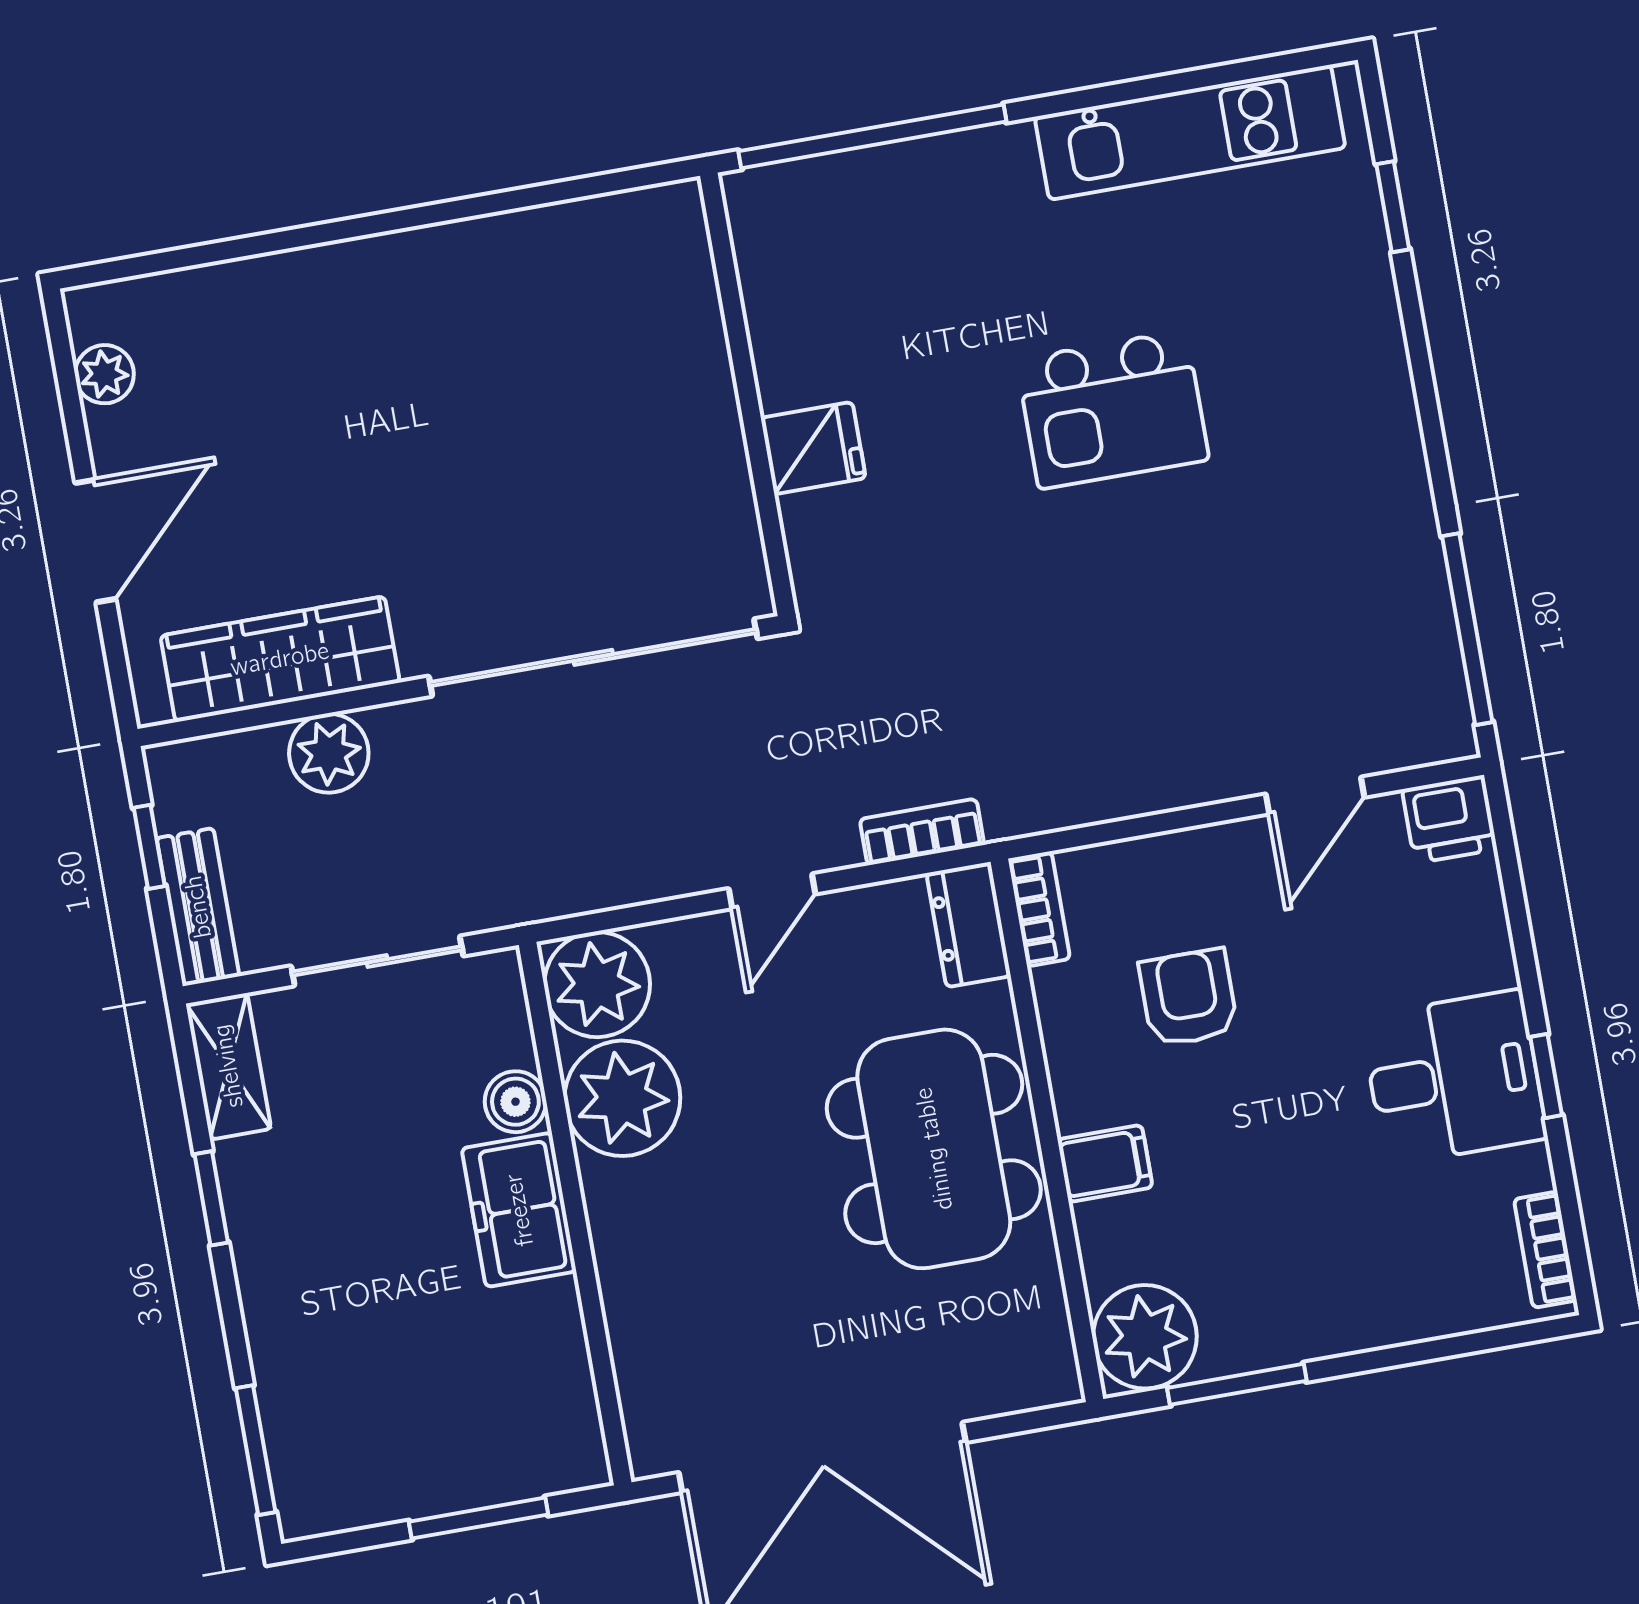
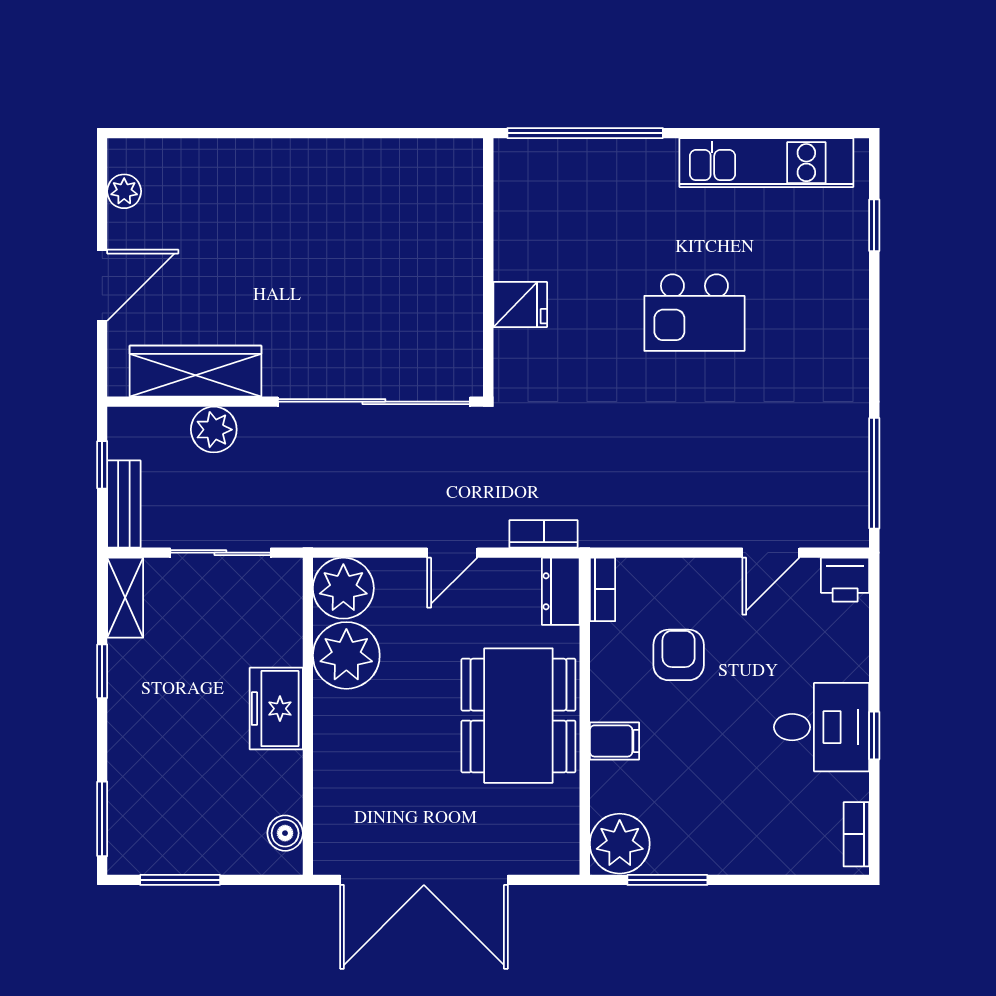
boiler: (515, 1102) -> (285, 833), moved
window: (478, 1518) -> (180, 880), moved

